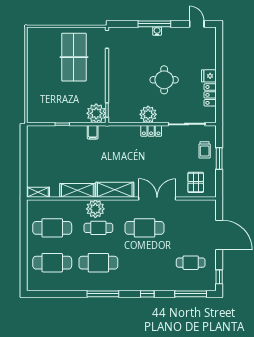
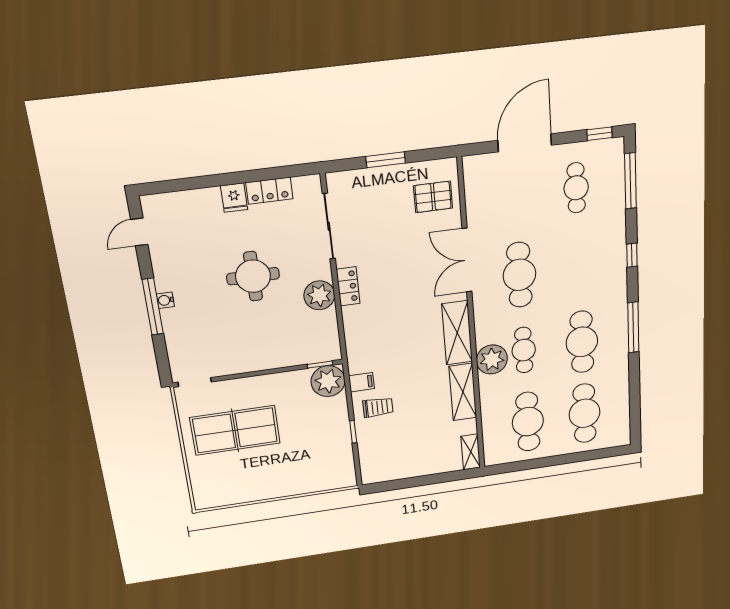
trolley: (205, 150) -> (378, 407), moved

